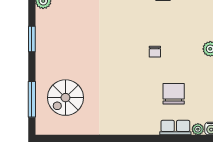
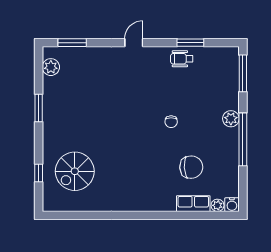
chair: (174, 94) -> (191, 167), turned 87
window: (32, 99) -> (39, 173), width x0.46

